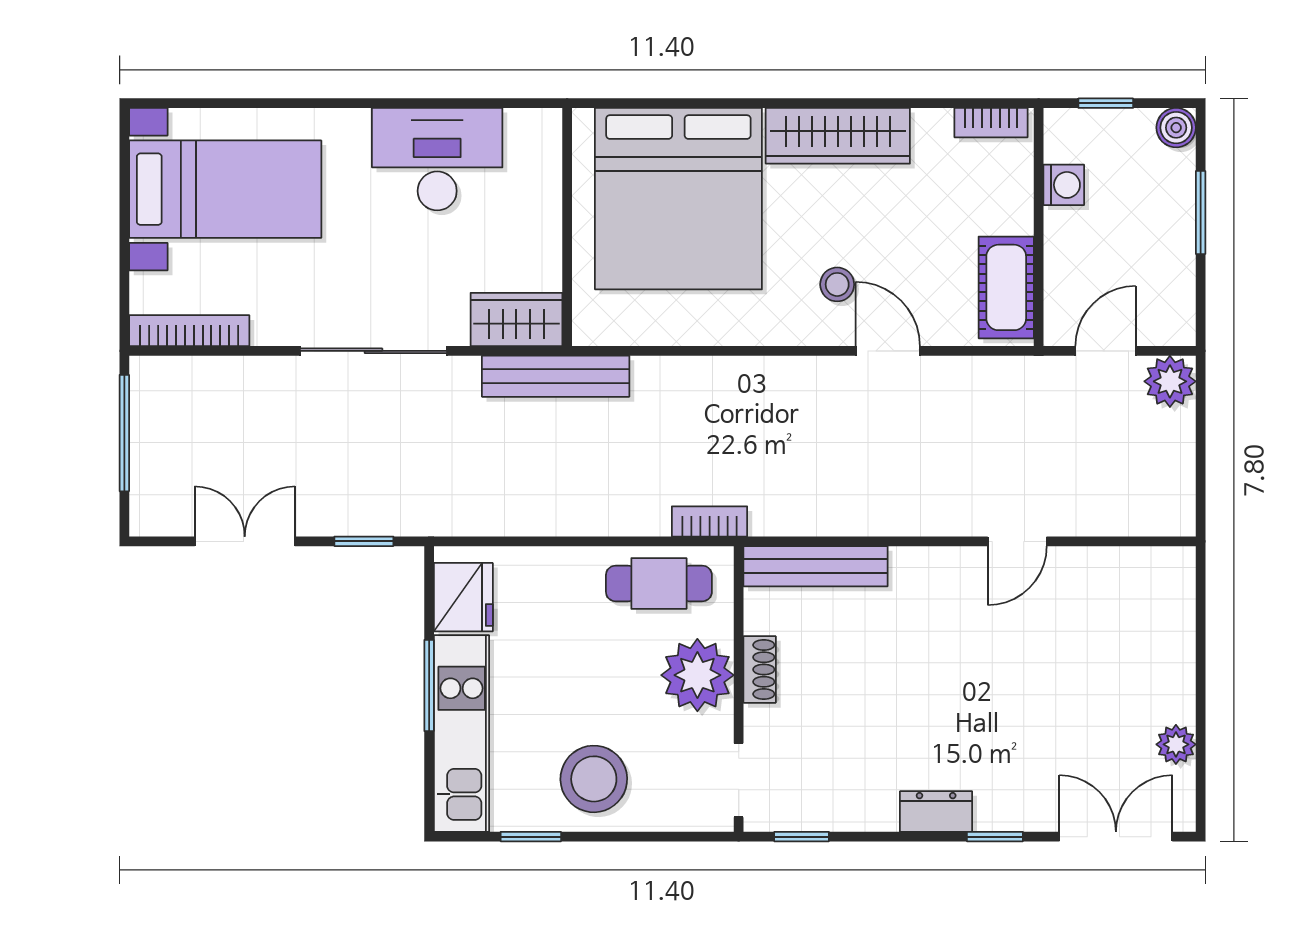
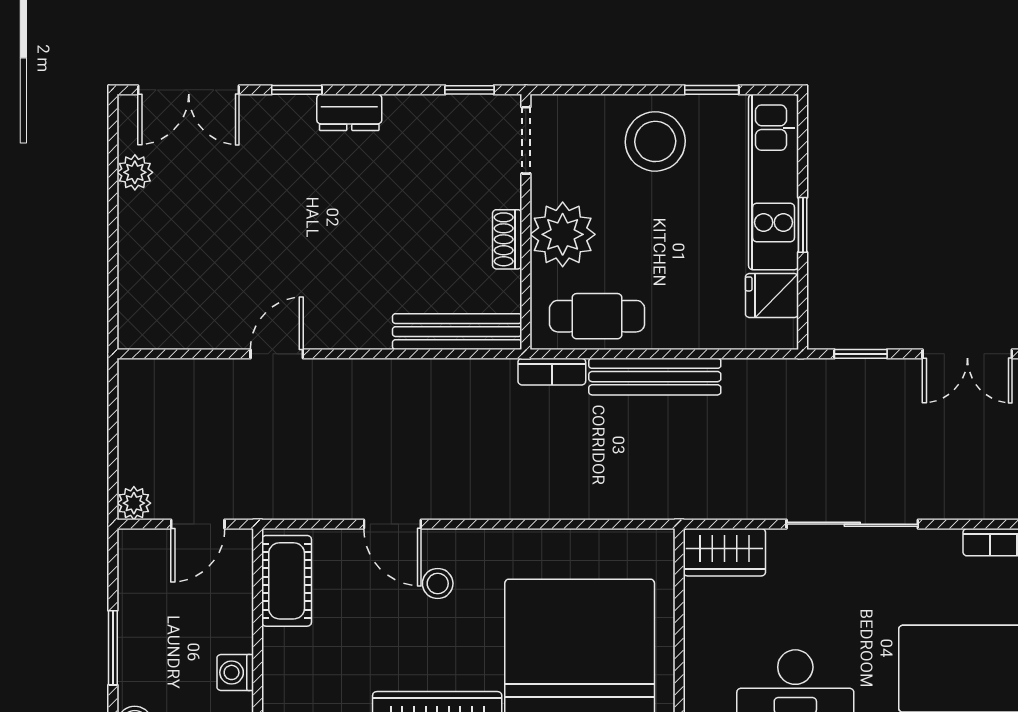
bench: (556, 376) -> (655, 377), moved
plant: (1170, 381) -> (134, 503), width x0.73, depth x0.73
fridge: (463, 597) -> (772, 295), width x0.72
window: (429, 686) -> (803, 225), width x0.67

